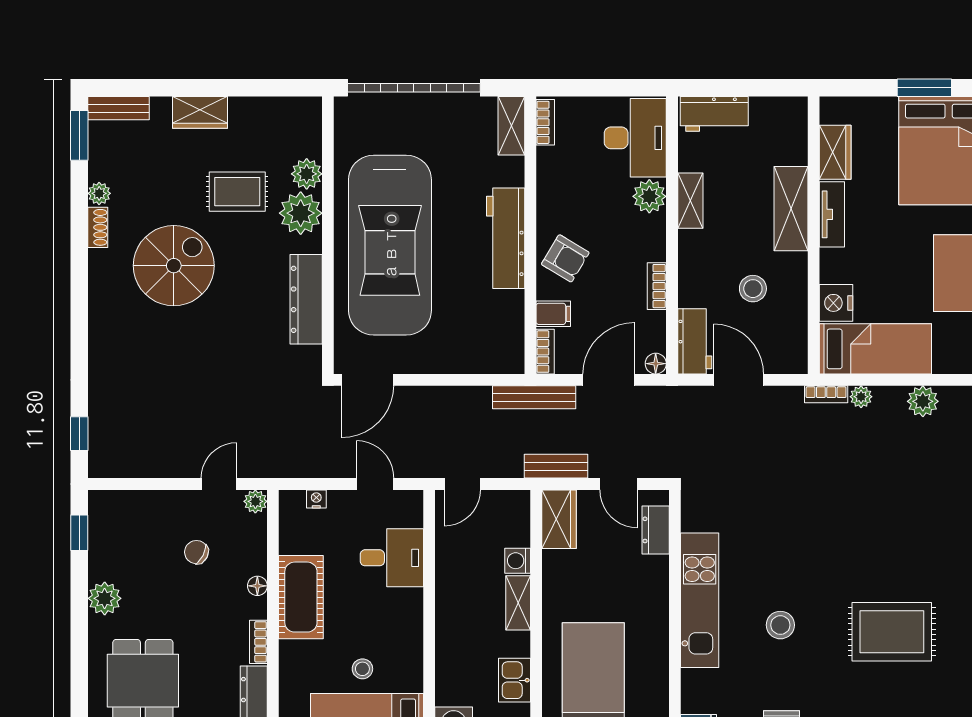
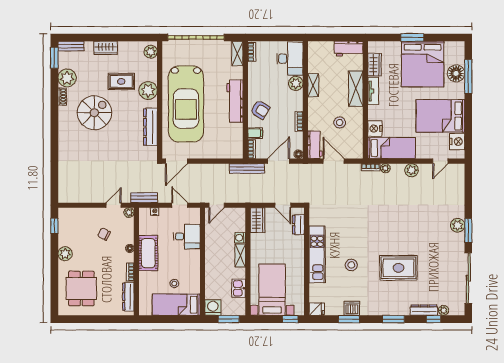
workbench: (714, 114) -> (349, 48), moved
plant: (307, 174) -> (151, 52), moved
plant: (99, 193) -> (67, 78), width x1.88, depth x1.88
window: (79, 434) -> (54, 184), removed
bench: (556, 466) -> (144, 198), moved

